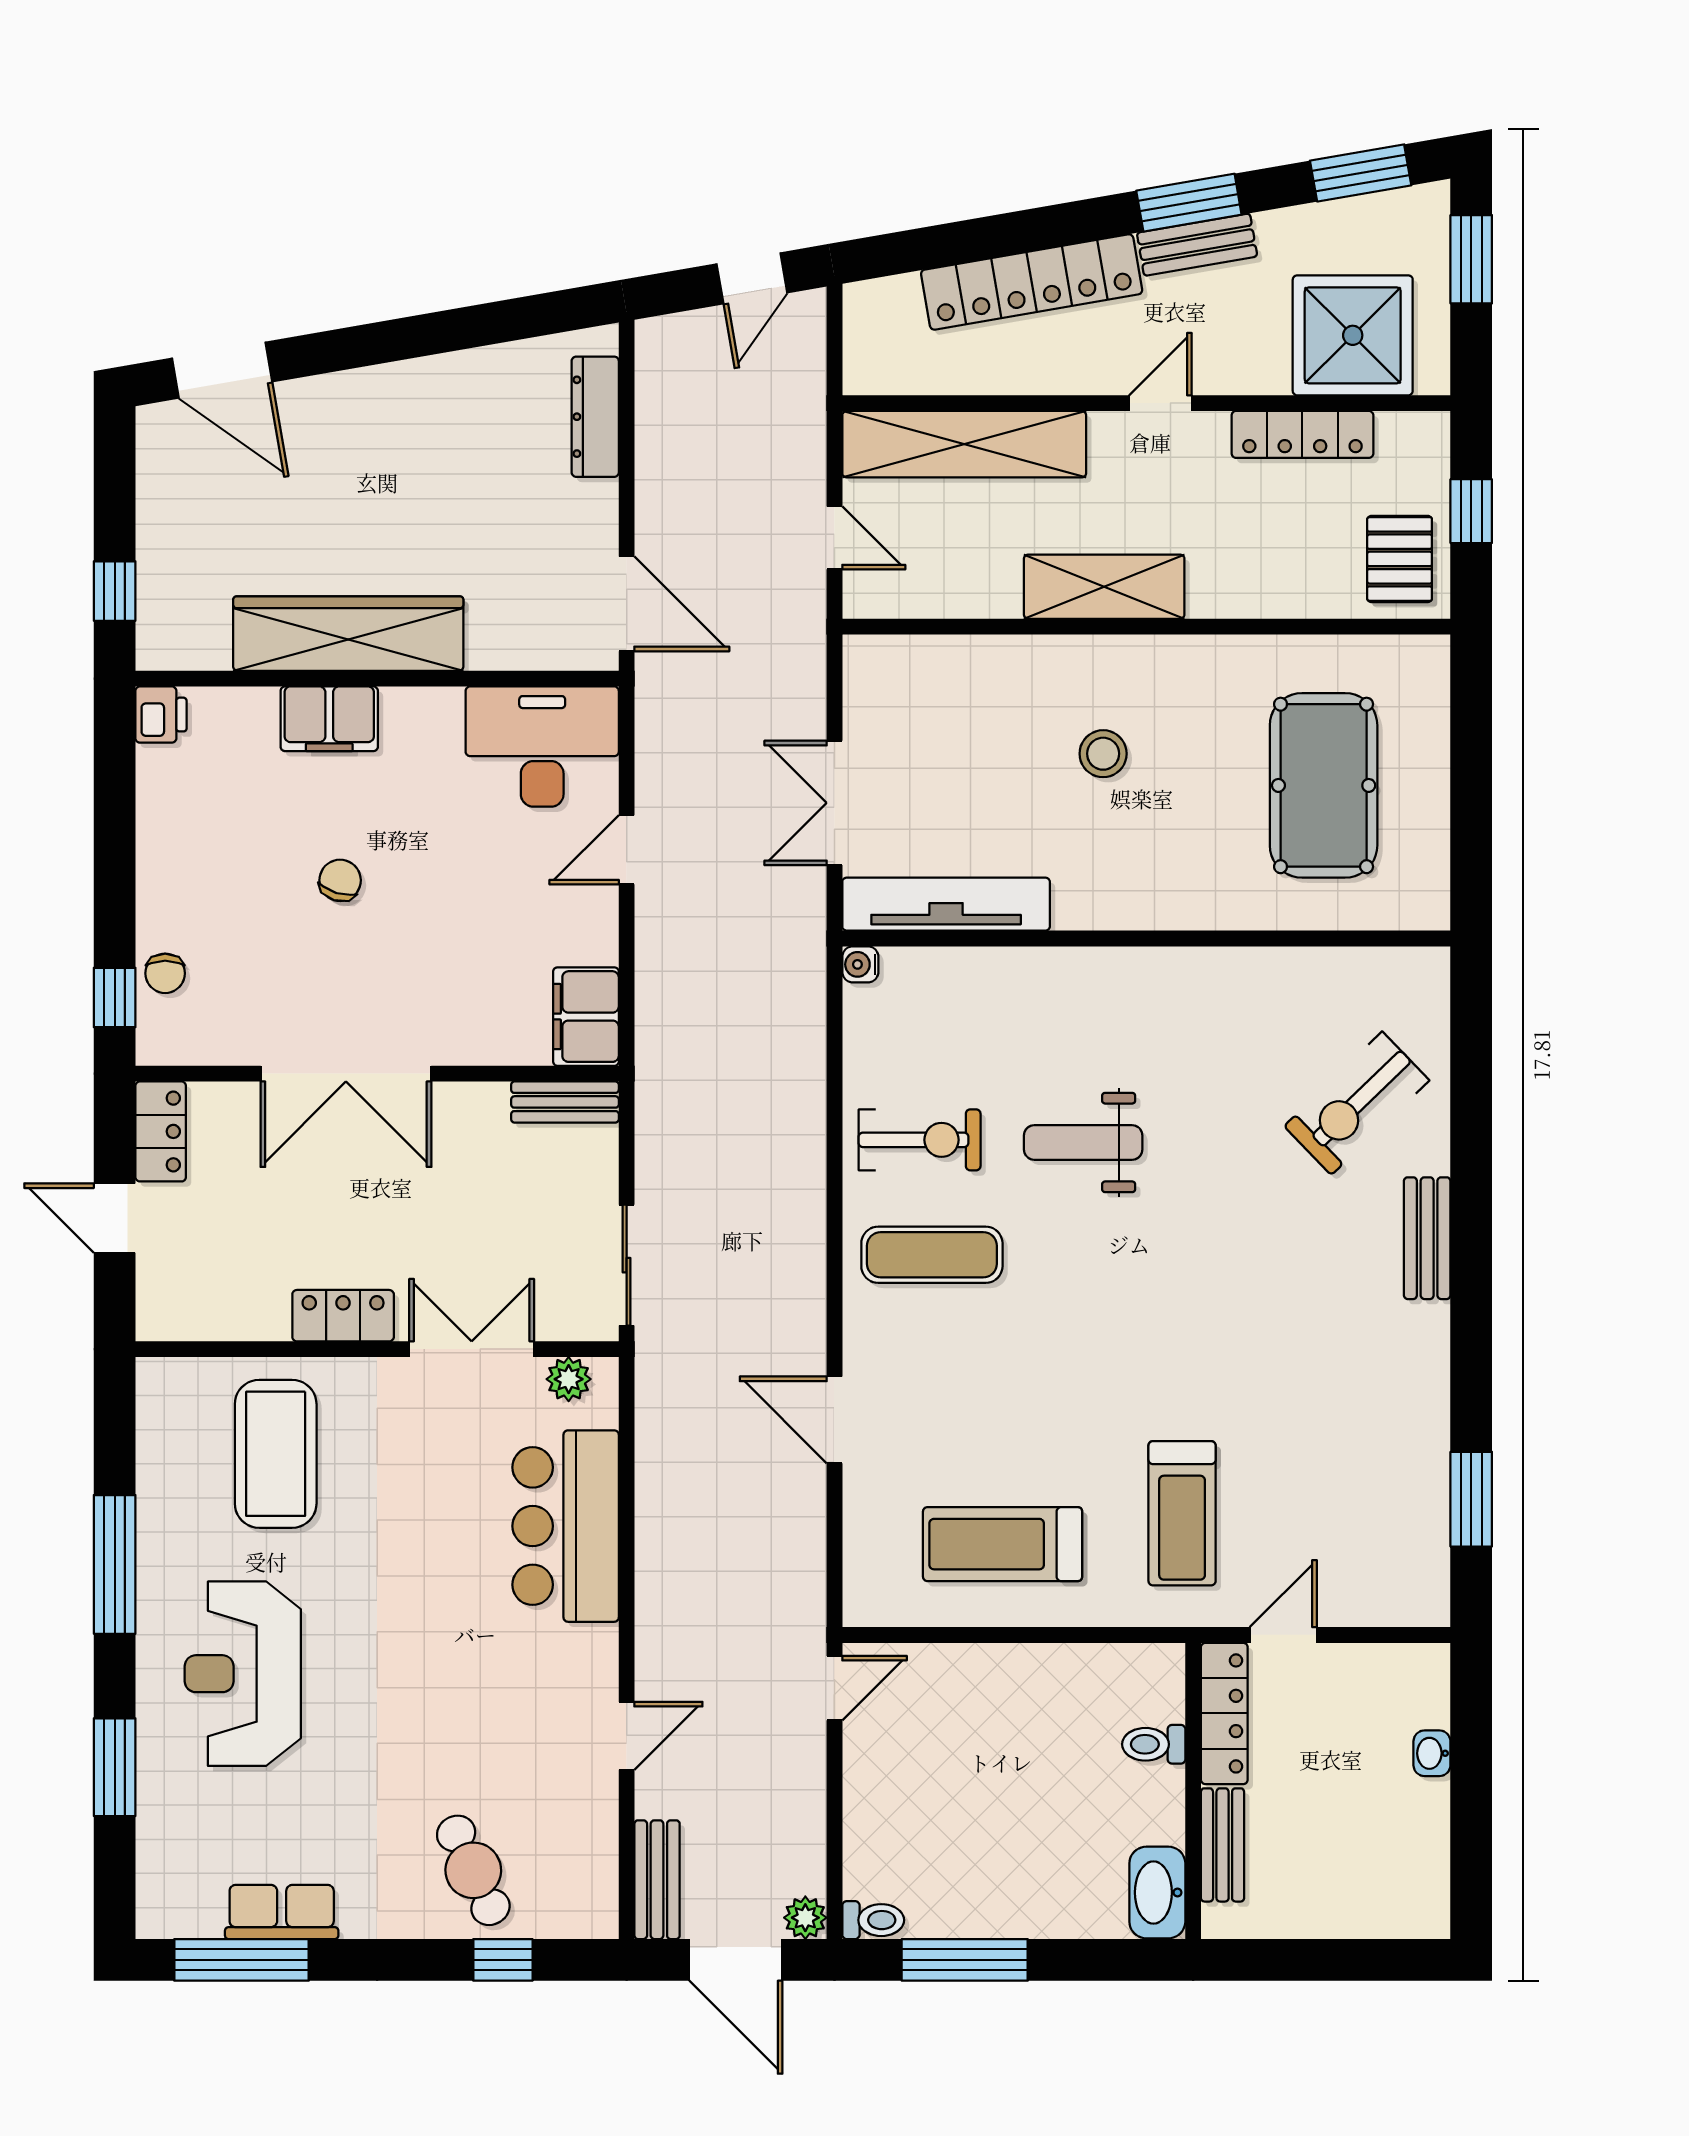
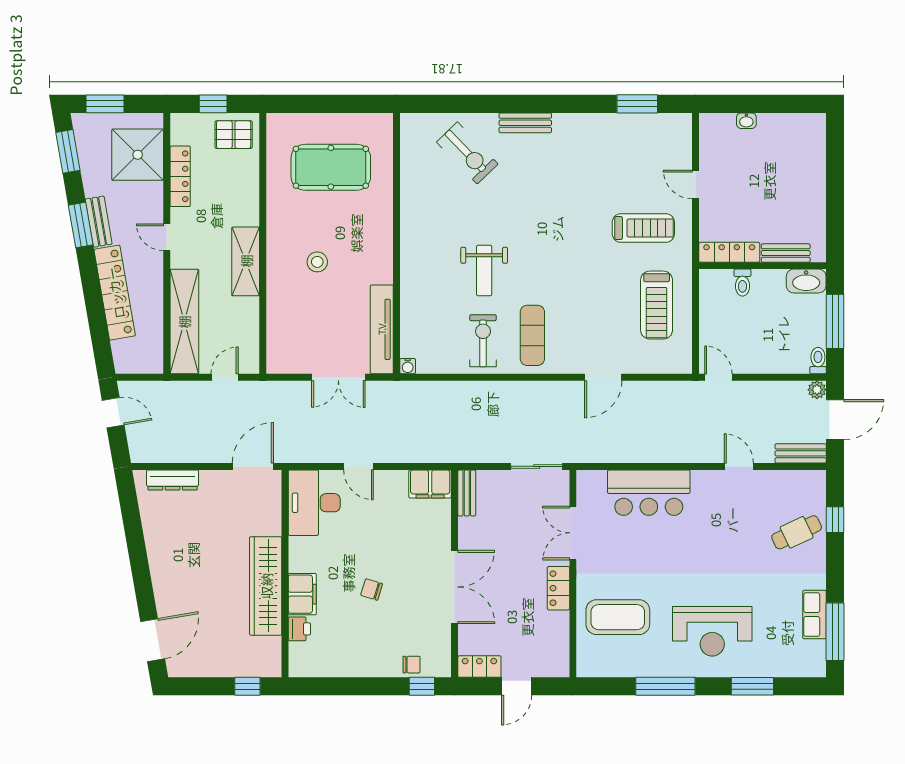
printer: (161, 715) -> (299, 629), moved, turned 90
plant: (569, 1379) -> (586, 491), removed
locker: (1224, 1713) -> (729, 252), moved
toilet: (1154, 1744) -> (742, 283), moved
wall: (1193, 1791) -> (763, 266), moved
bench: (1223, 1845) -> (786, 253), moved
washbasin: (1157, 1892) -> (806, 281), moved

